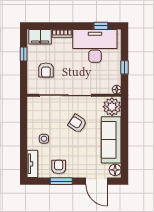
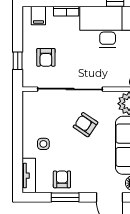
filing cabinet: (40, 37) -> (38, 15), width x0.50
window: (24, 54) -> (18, 61), moved

